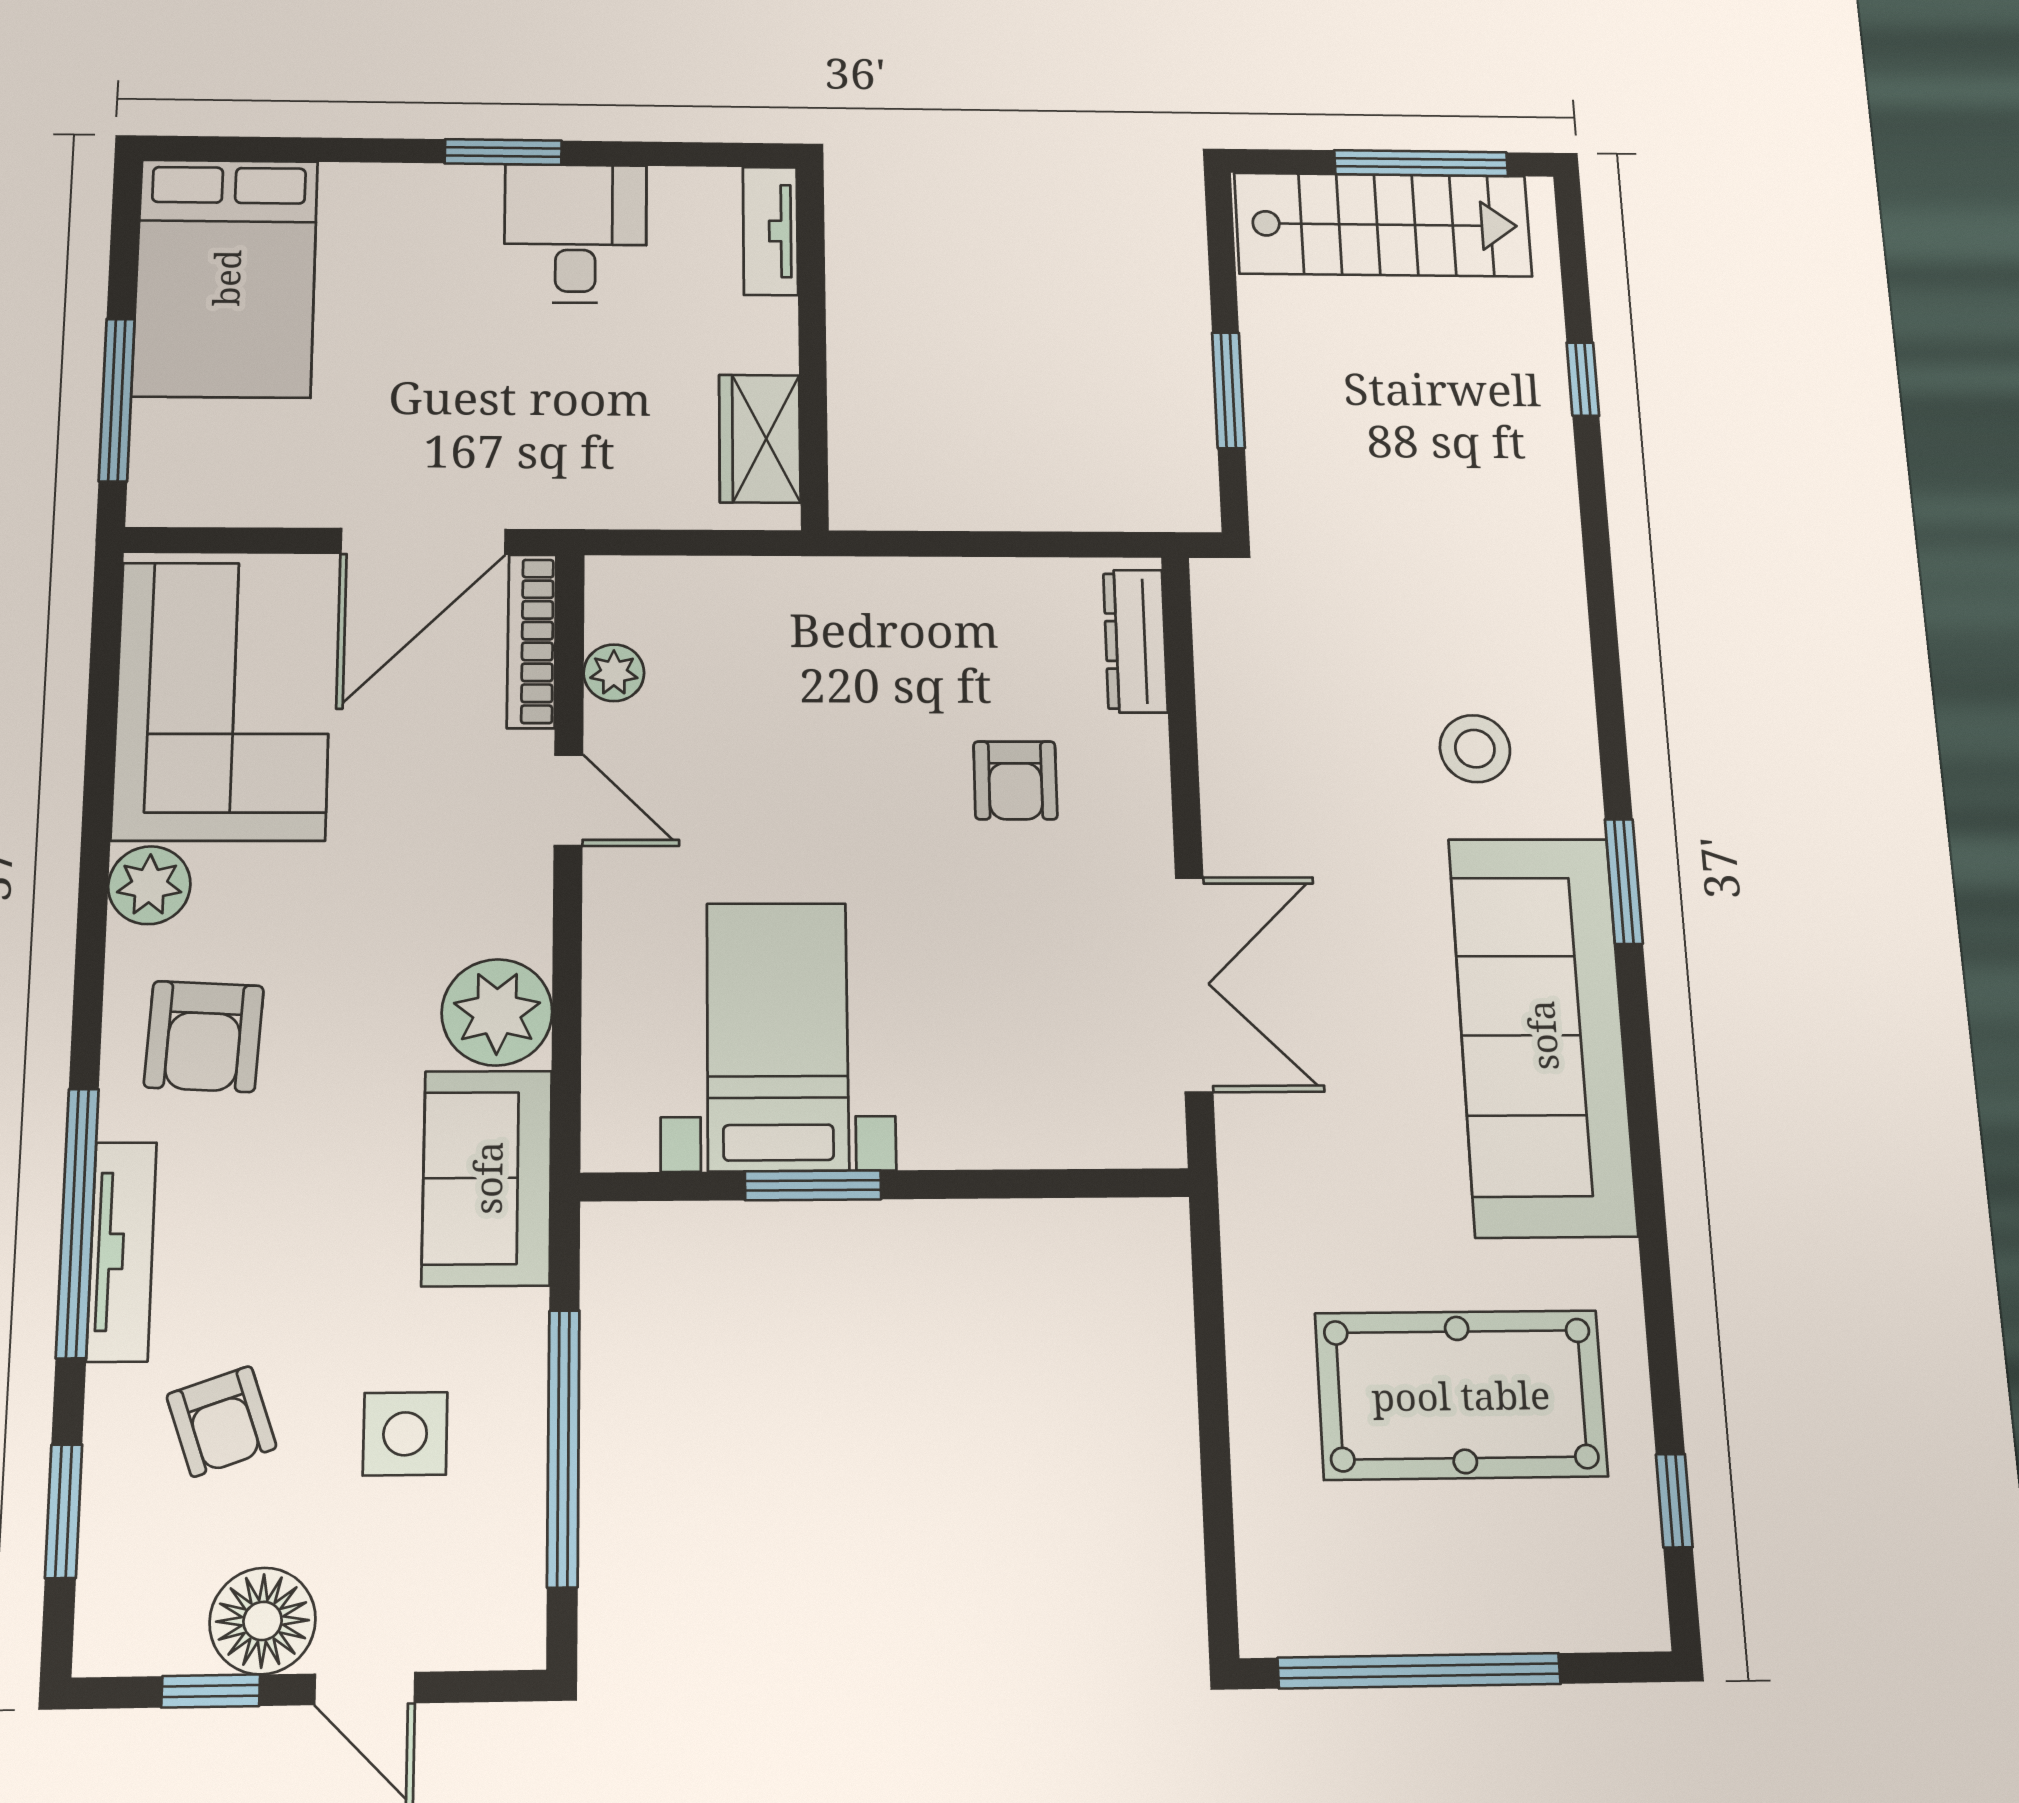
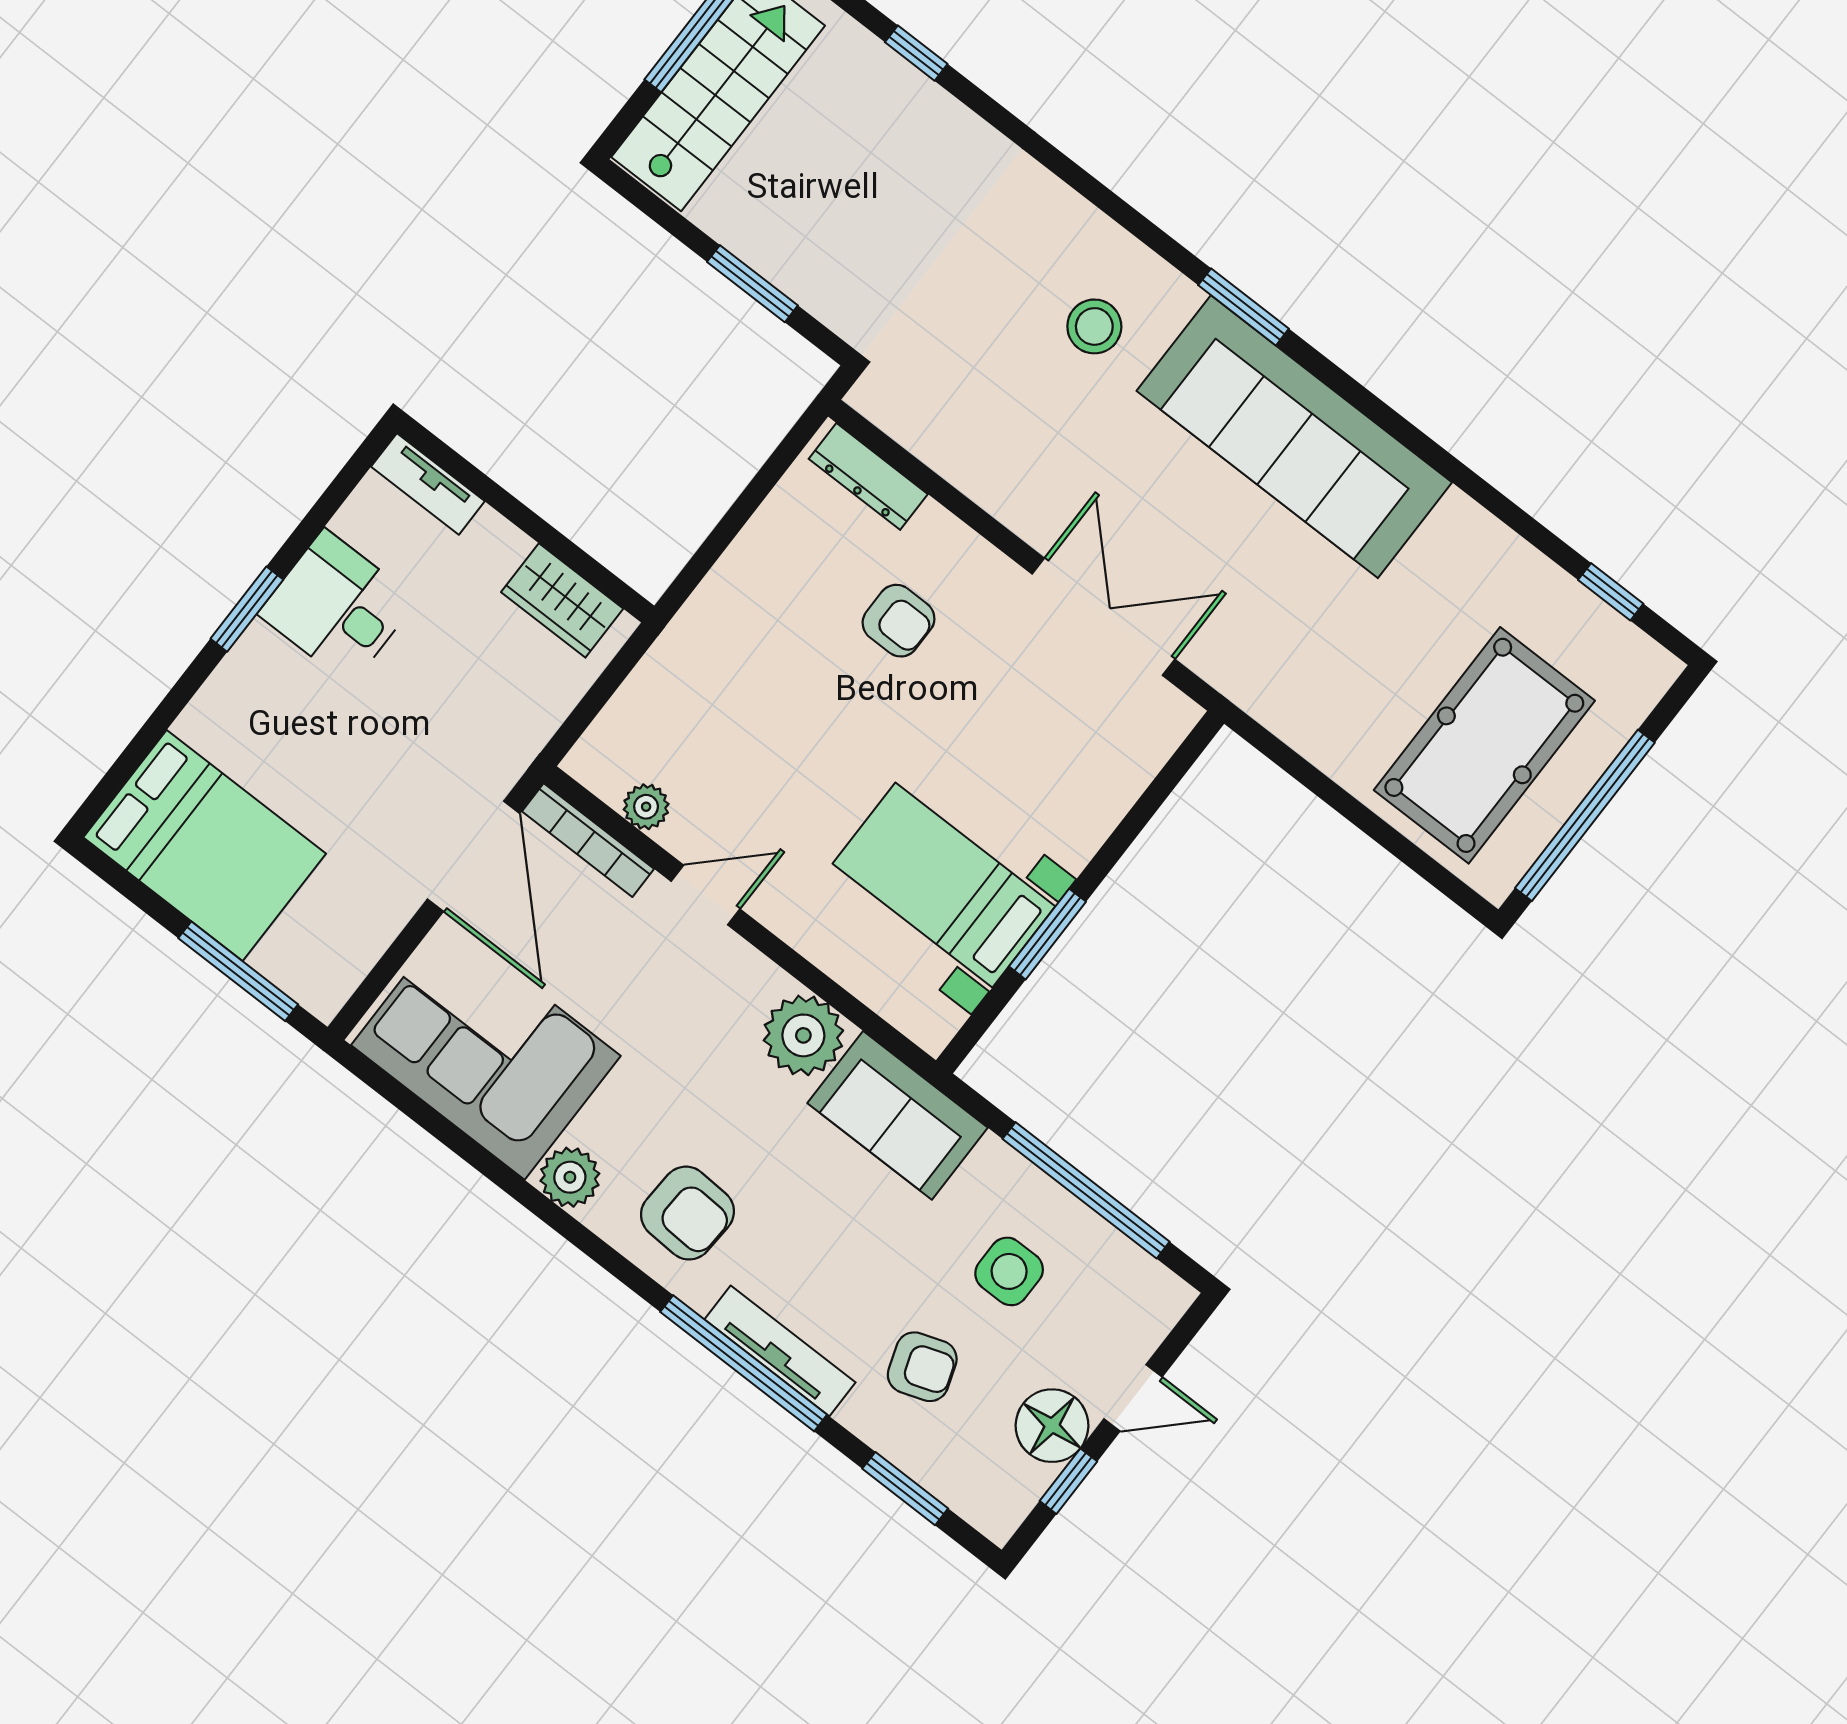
pool table: (1461, 1395) -> (1484, 745), moved

